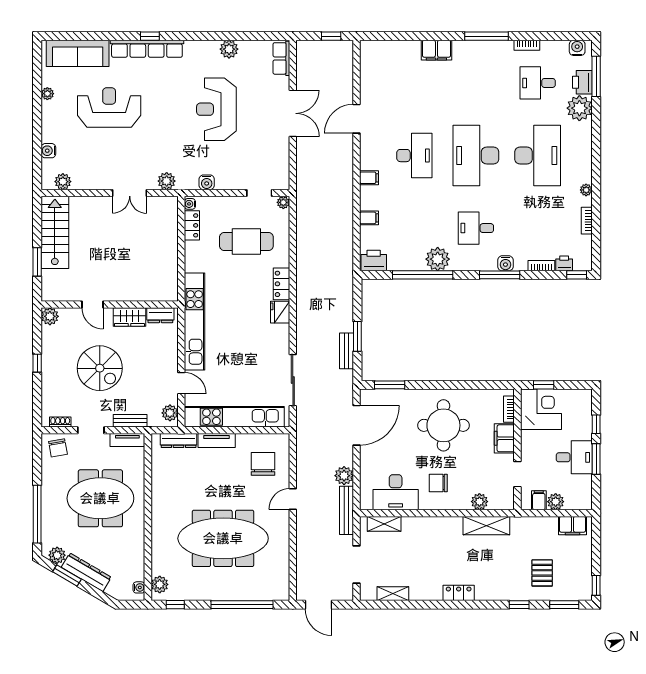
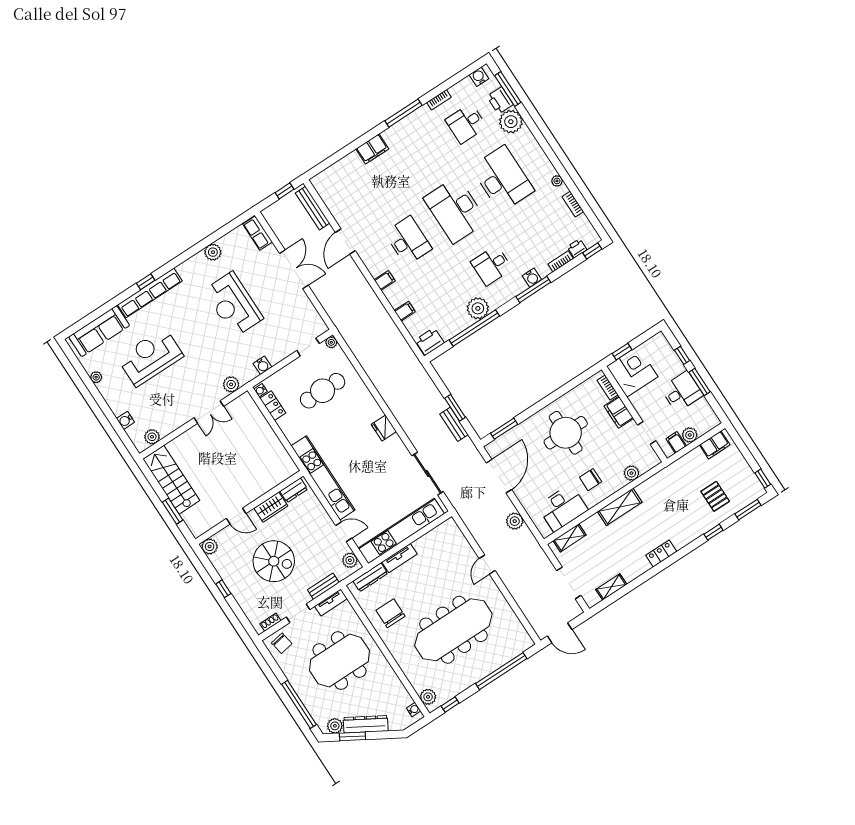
locker: (281, 284) -> (371, 406), removed
chair: (263, 464) -> (390, 613), moved
bench: (347, 510) -> (313, 208), moved
shelving: (486, 526) -> (620, 507), moved

